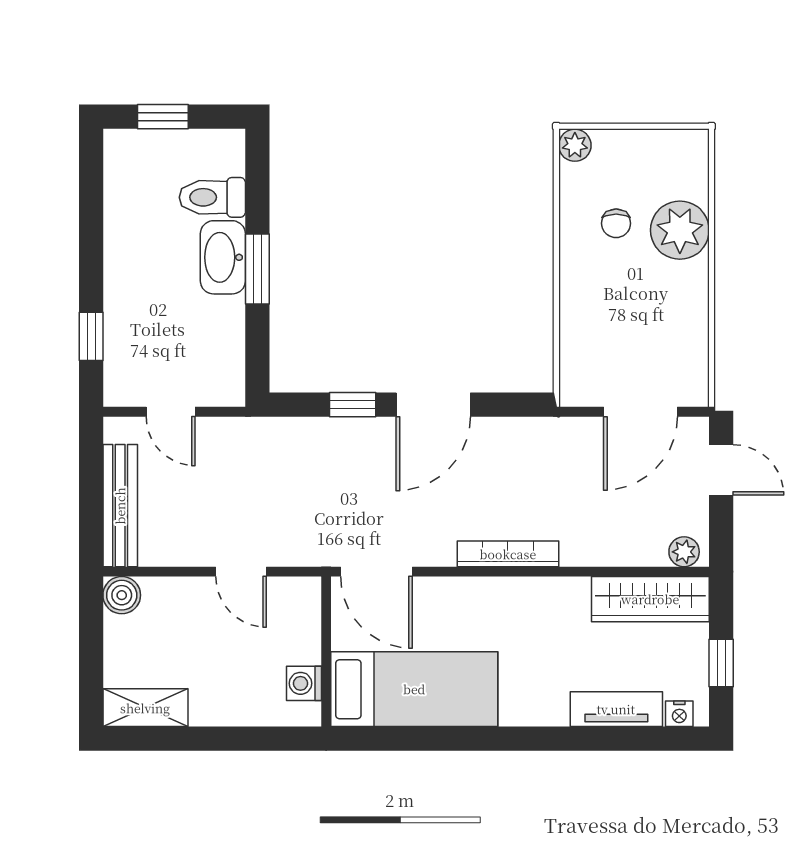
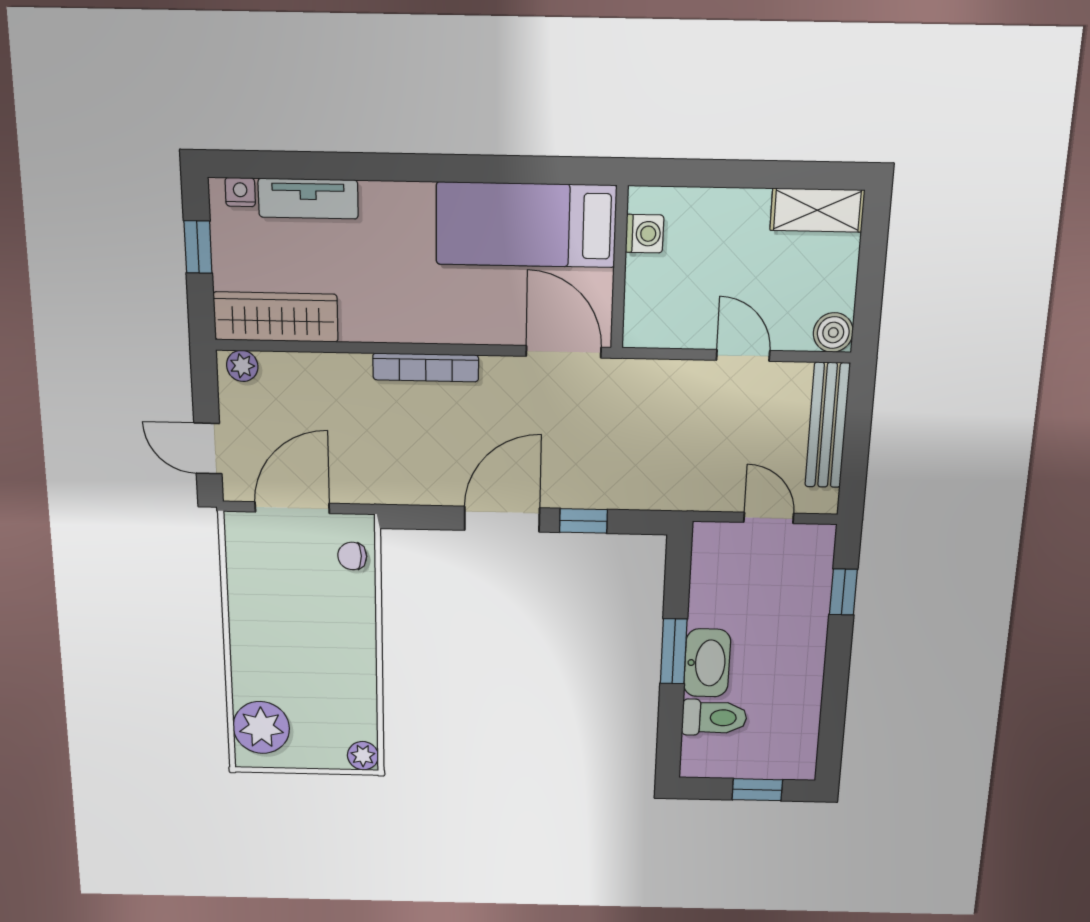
chair: (616, 223) -> (352, 556), moved, turned -90
plant: (680, 230) -> (261, 727), moved
door: (241, 572) -> (743, 355), moved

